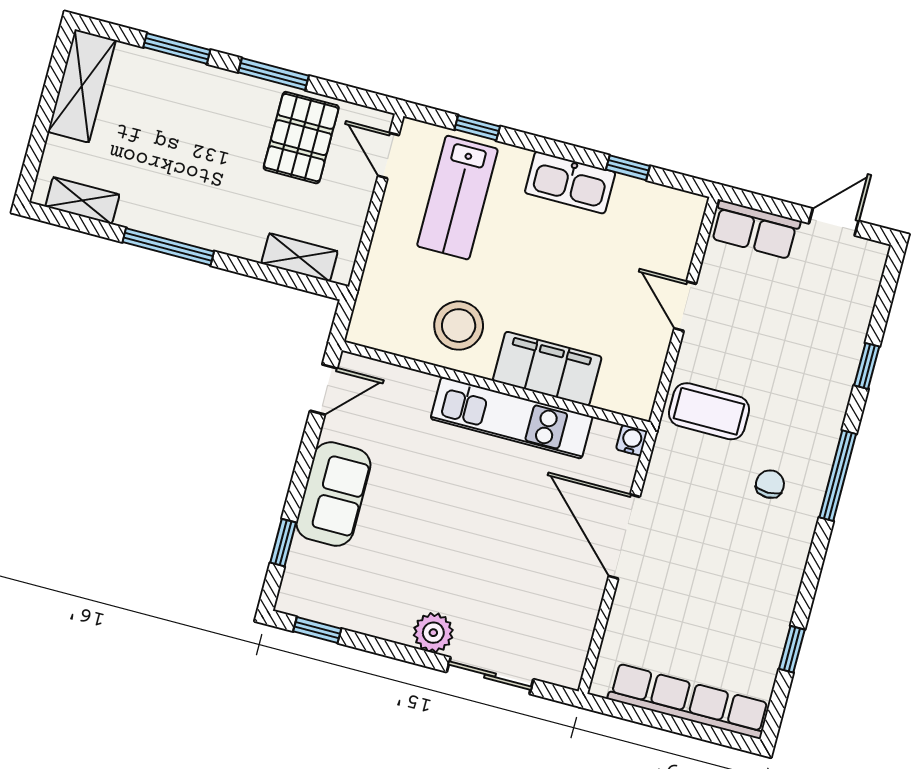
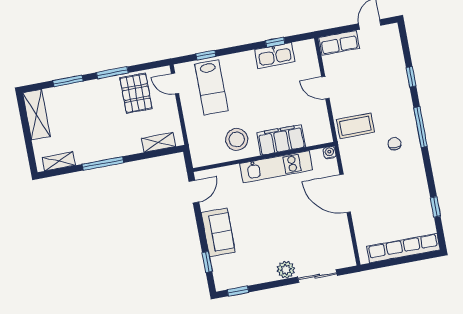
kitchen sink: (570, 182) -> (275, 56), moved

